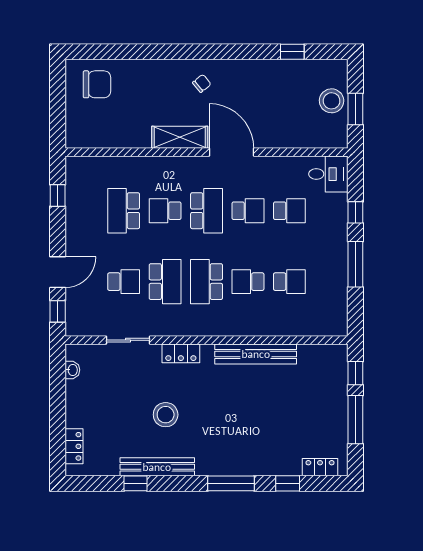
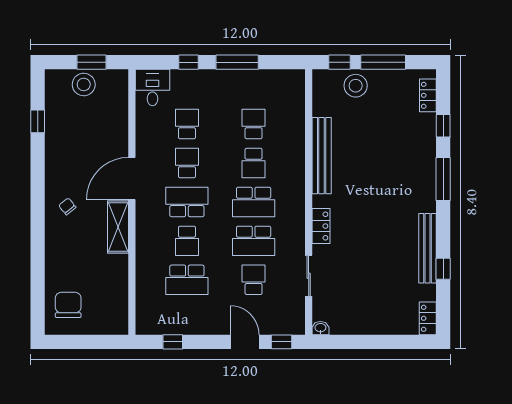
school desk: (165, 282) -> (254, 241), turned 180
washbasin: (72, 370) -> (320, 328), moved
stool: (166, 415) -> (356, 86), moved
locker: (74, 446) -> (428, 318), moved, turned -90

